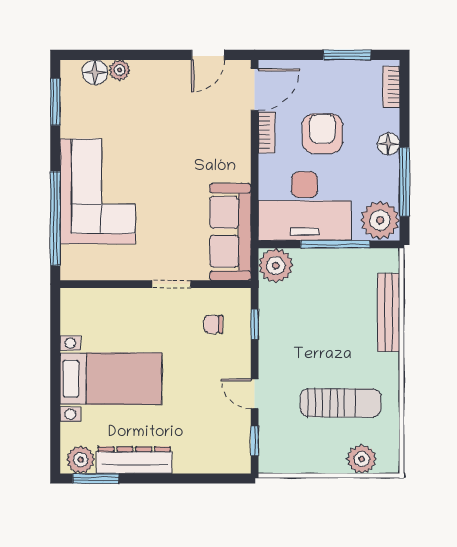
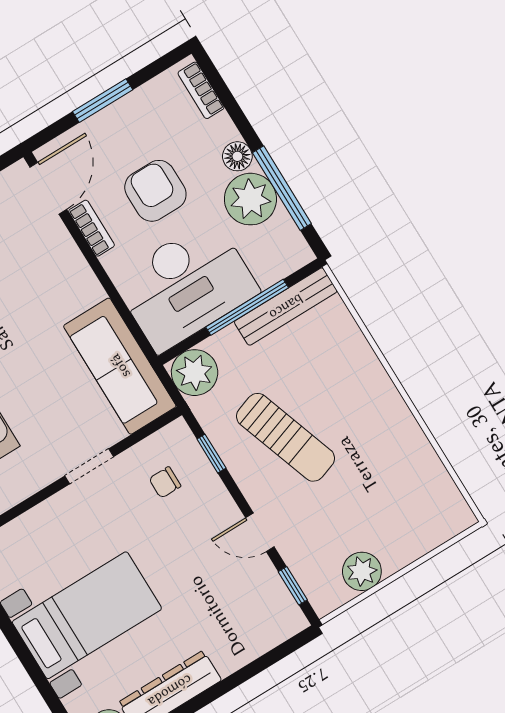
window: (347, 55) -> (103, 101), moved
plant: (380, 220) -> (250, 199), moved
bench: (389, 313) -> (286, 307), moved, turned 90
sun lounger: (341, 403) -> (286, 437), moved, turned 71
plant: (362, 459) -> (362, 571), moved

